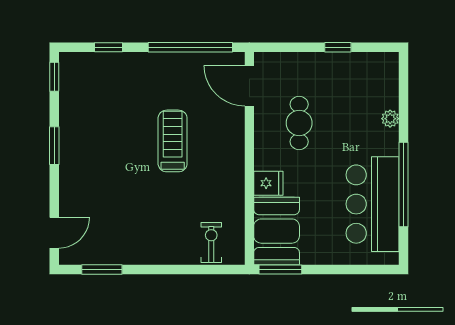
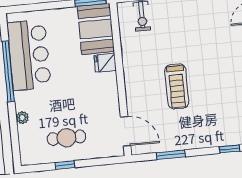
window: (190, 47) -> (171, 155), width x0.47
cafe table: (299, 123) -> (66, 138), moved, turned 90

